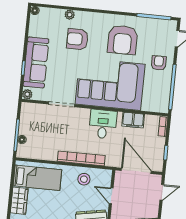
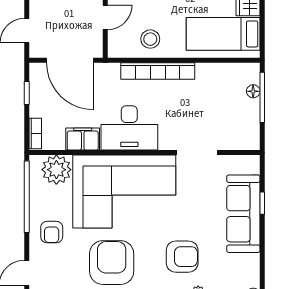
plant: (27, 94) -> (56, 170), moved, width x1.88, depth x1.88
desk: (103, 124) -> (129, 128), width x1.37
door: (111, 196) -> (105, 17), hinge flipped

